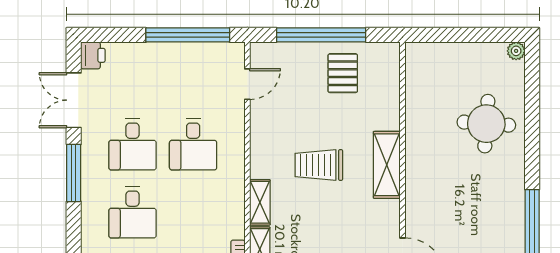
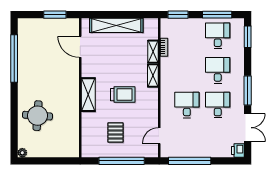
pallet: (343, 73) -> (115, 132), moved

